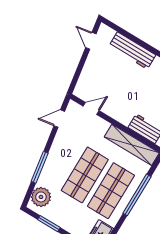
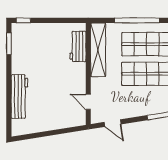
door: (91, 41) -> (32, 136), removed

